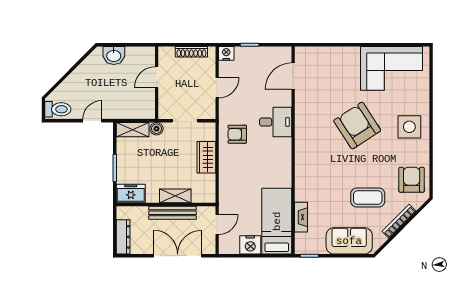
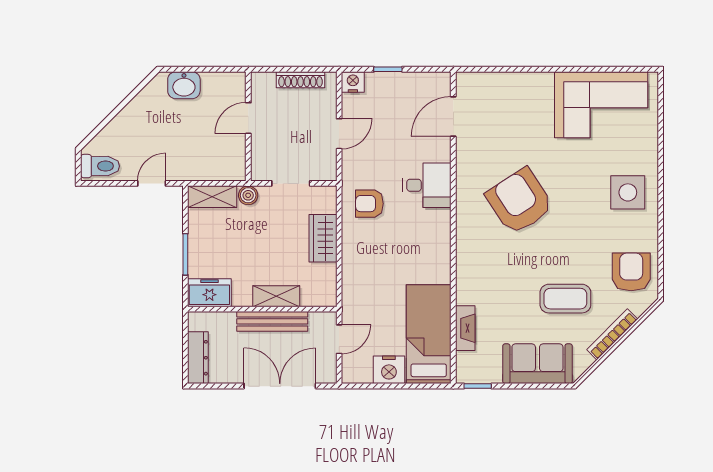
armchair: (357, 126) -> (520, 201), moved

